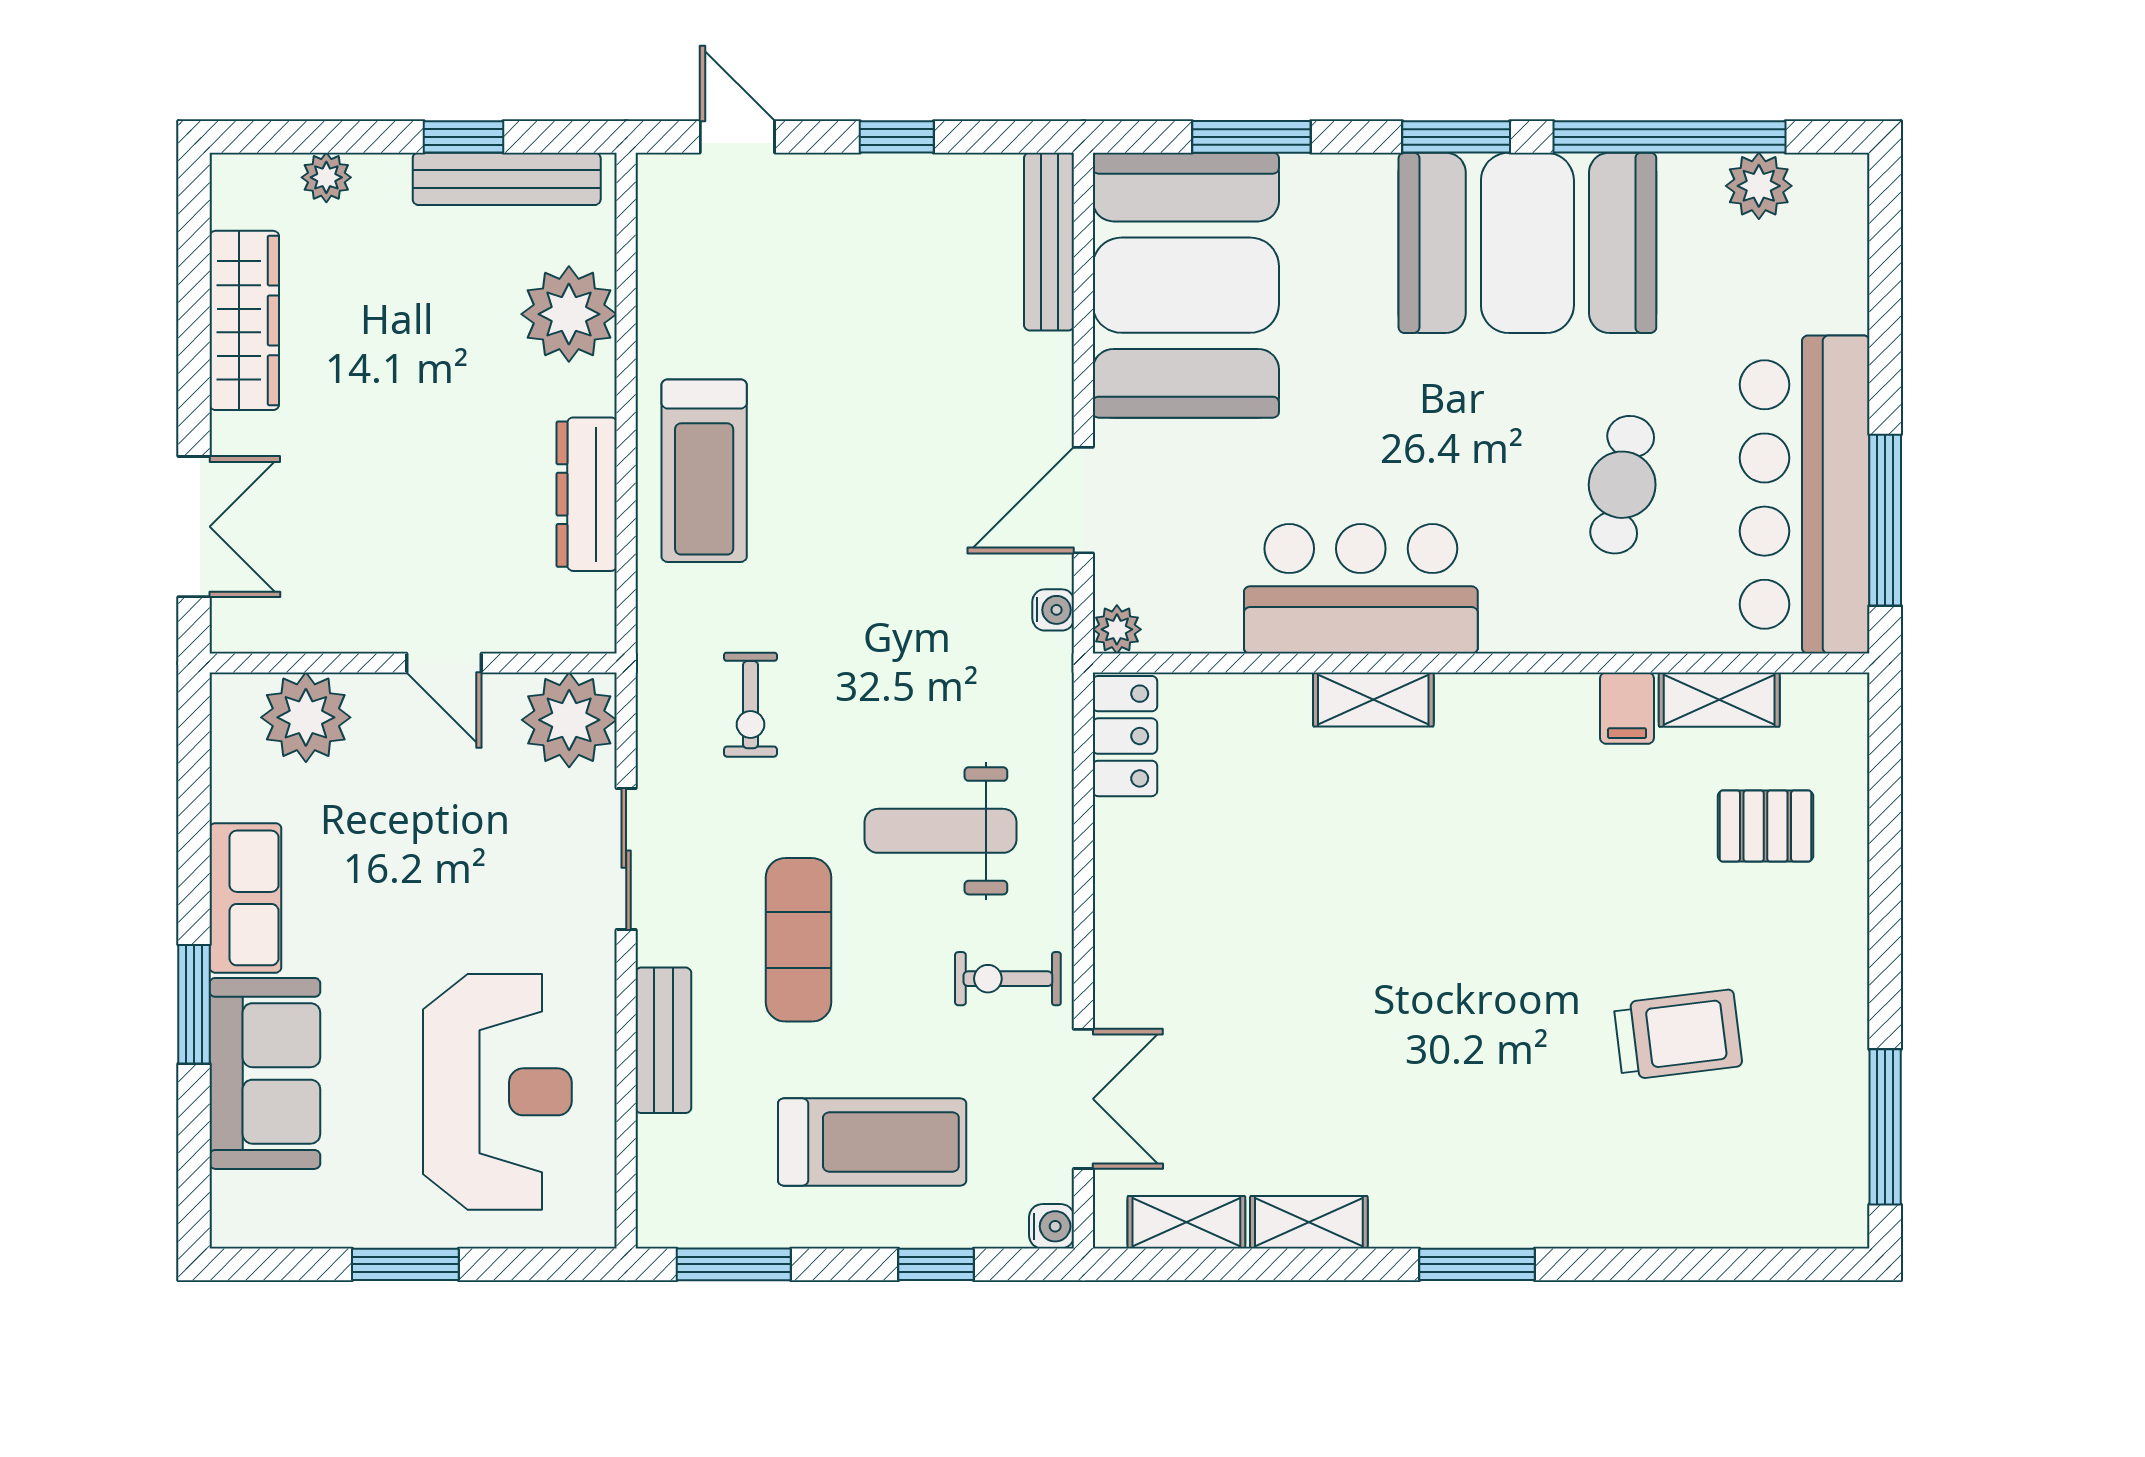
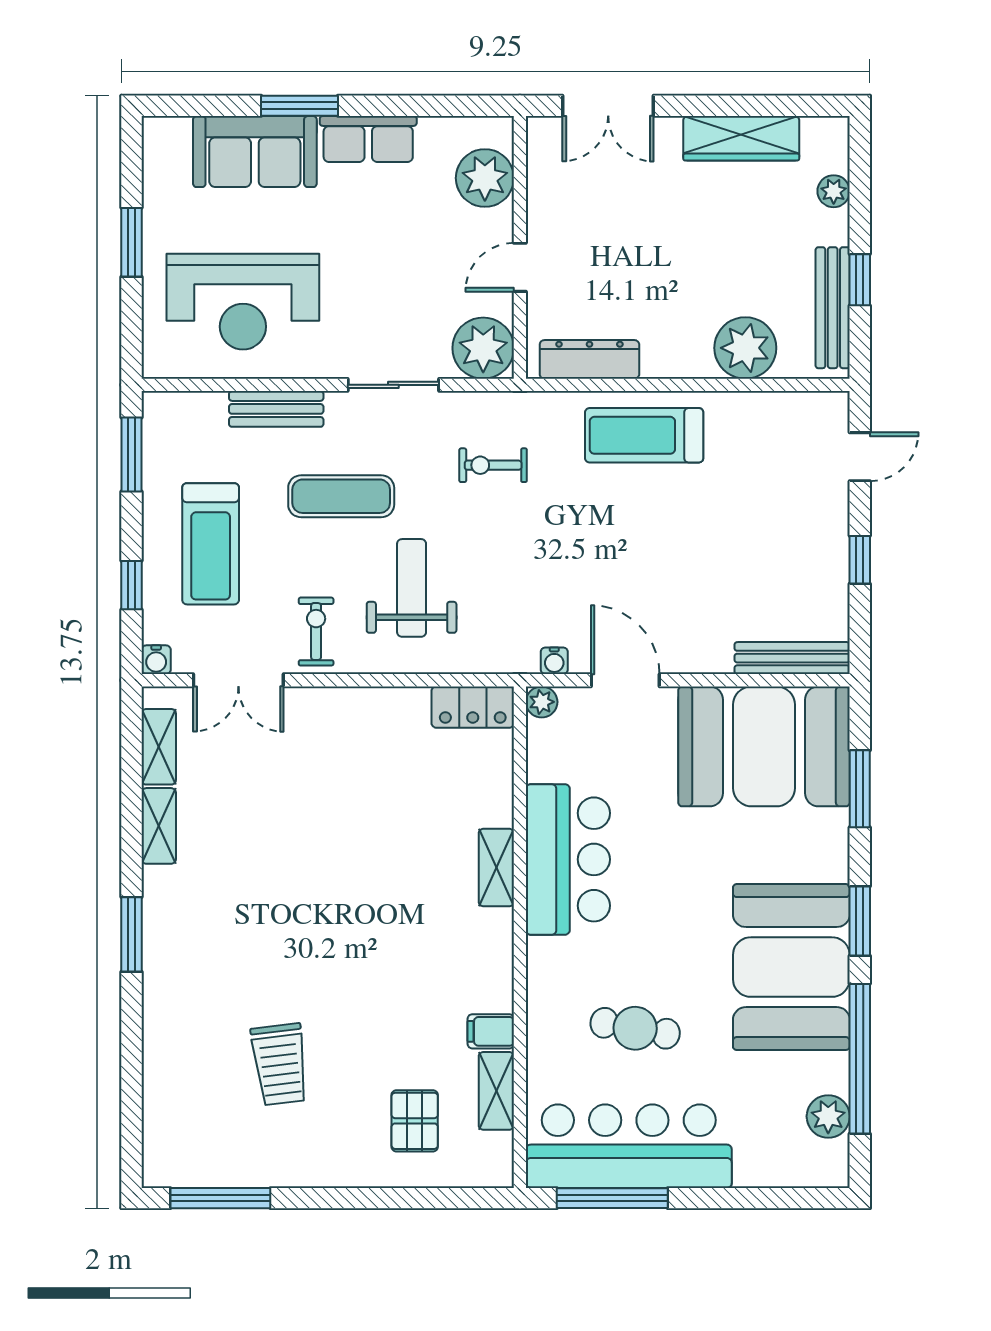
dresser: (587, 494) -> (589, 359), moved

